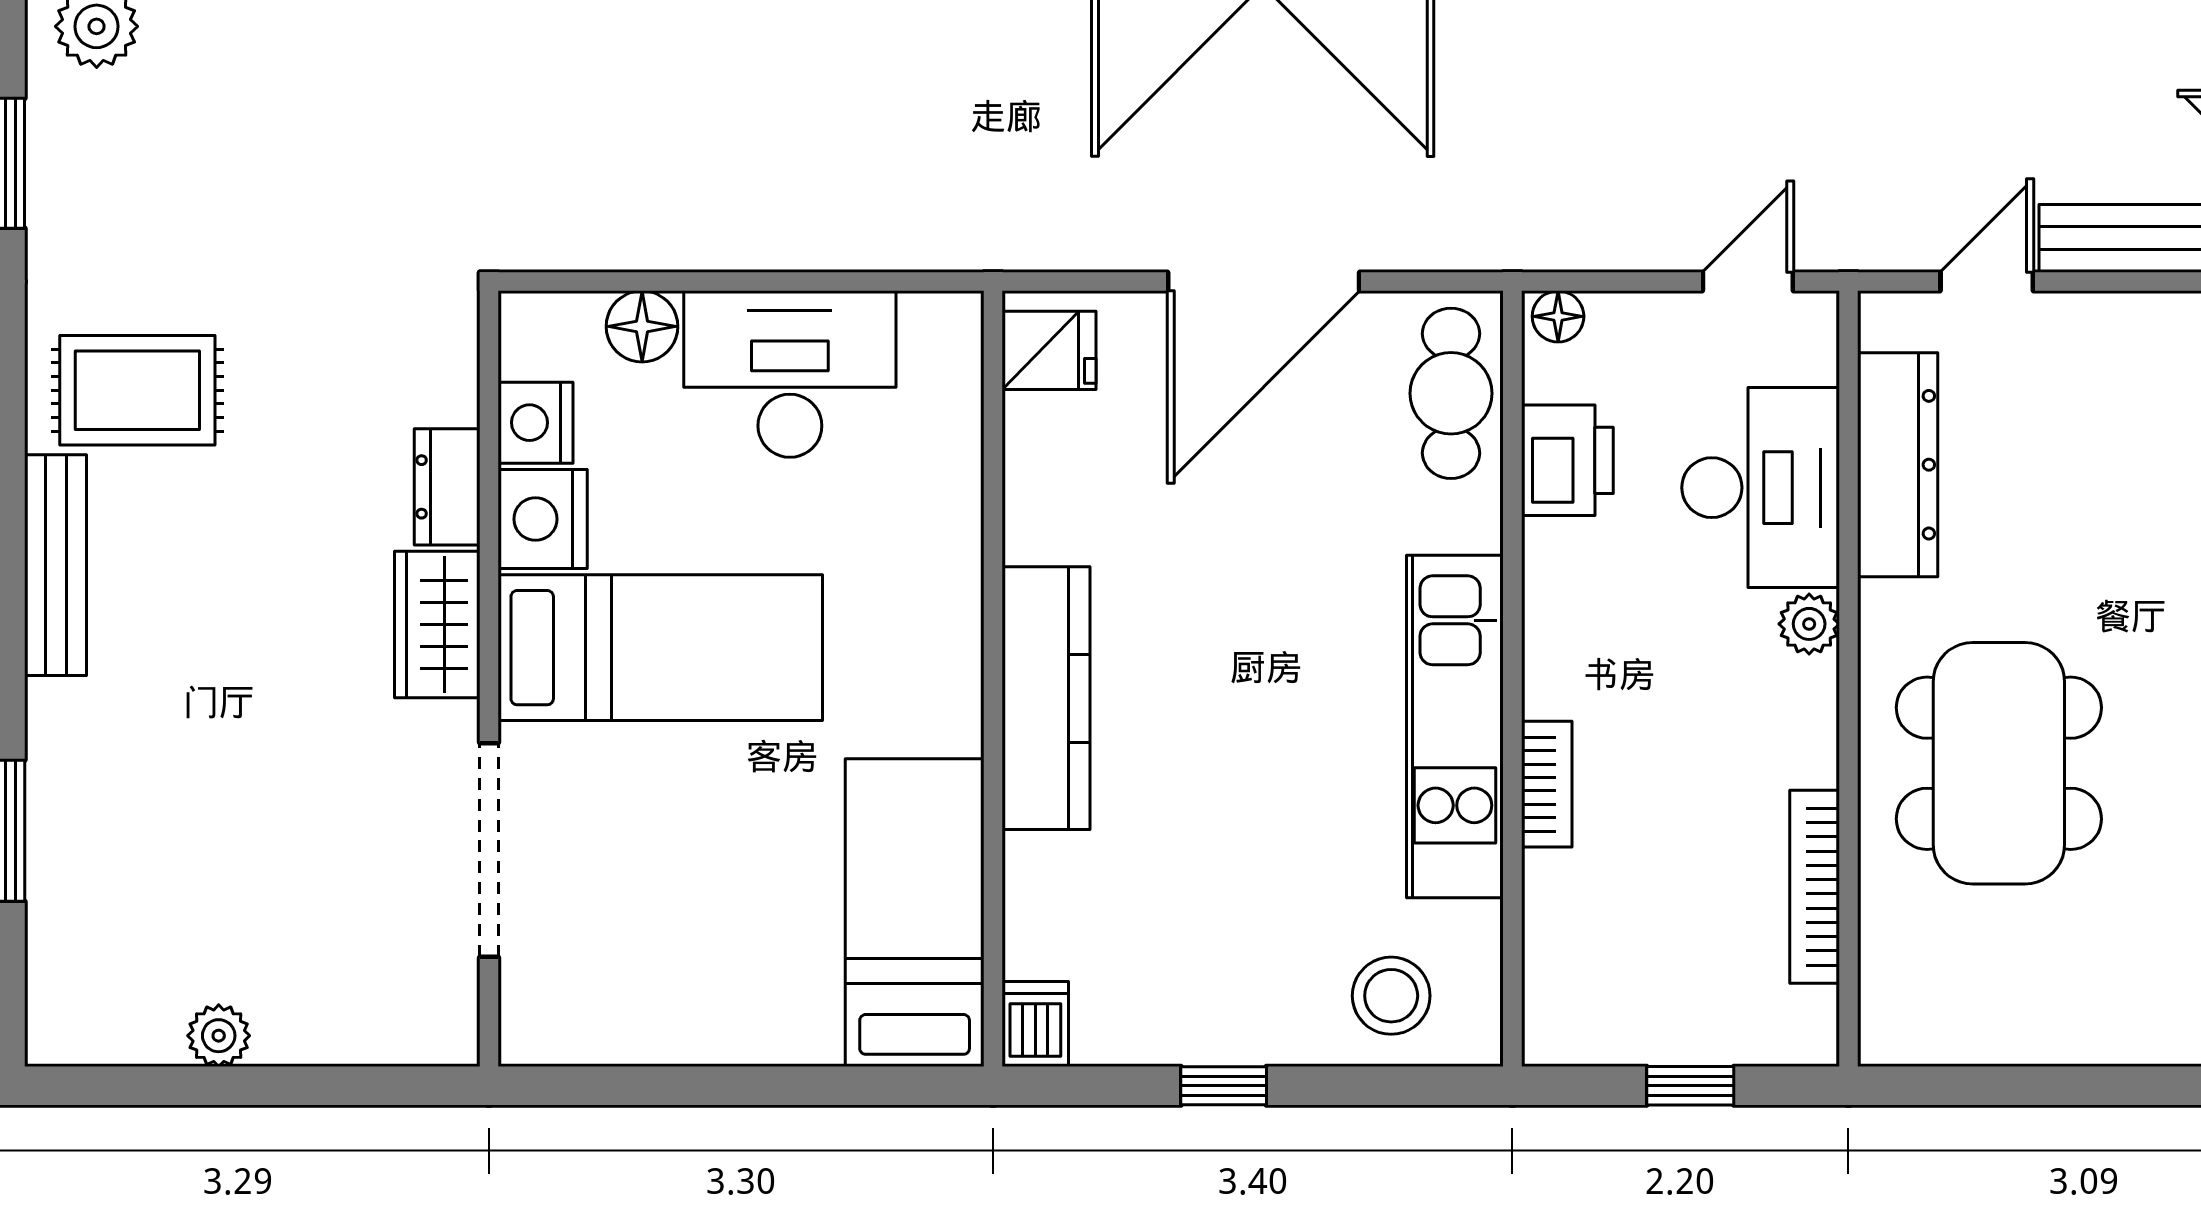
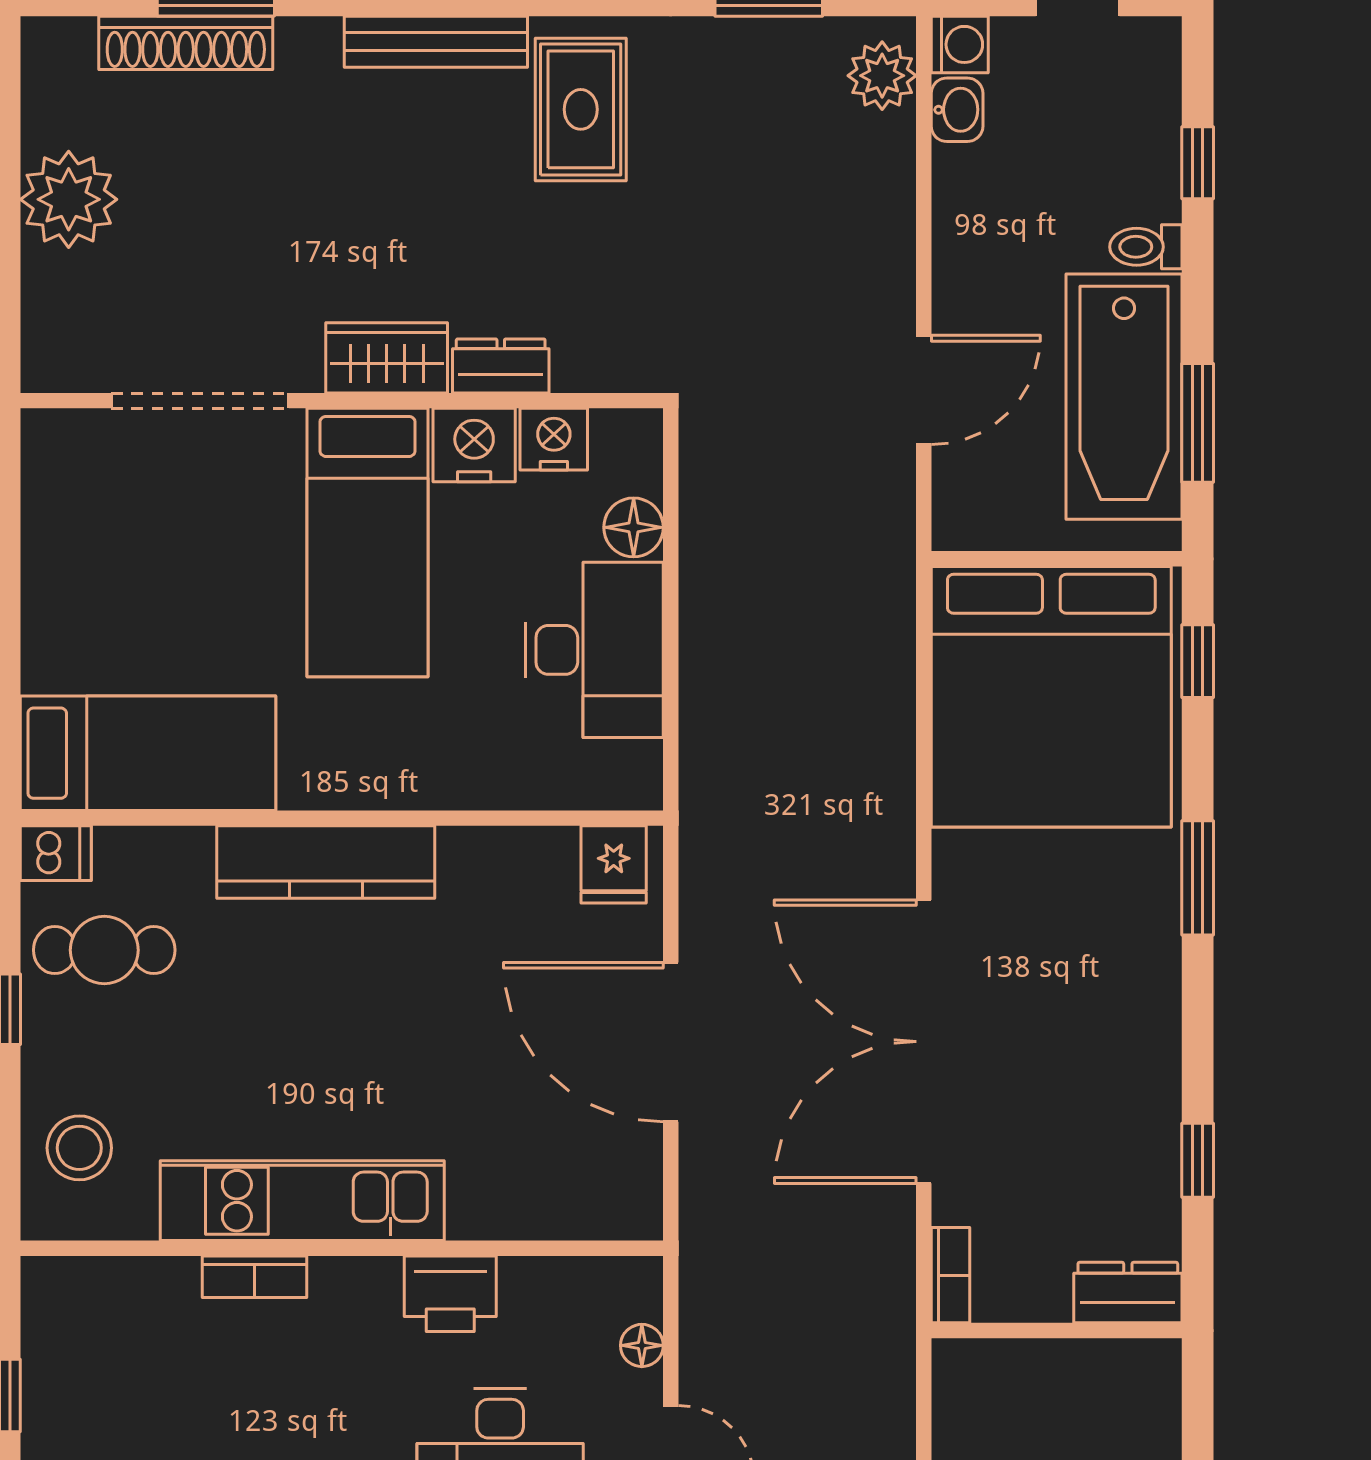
floor lamp: (1558, 316) -> (642, 1345), moved
cafe table: (1451, 393) -> (104, 950), moved
printer: (1567, 460) -> (450, 1294), moved
shoe rack: (57, 867) -> (186, 43), added
plant: (219, 1036) -> (69, 199), width x1.87, depth x1.87

